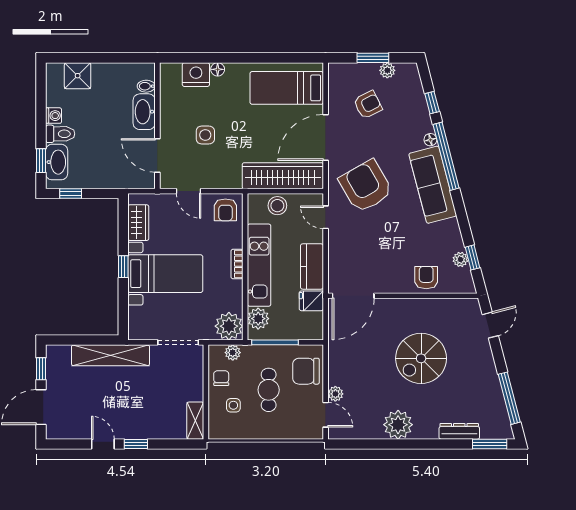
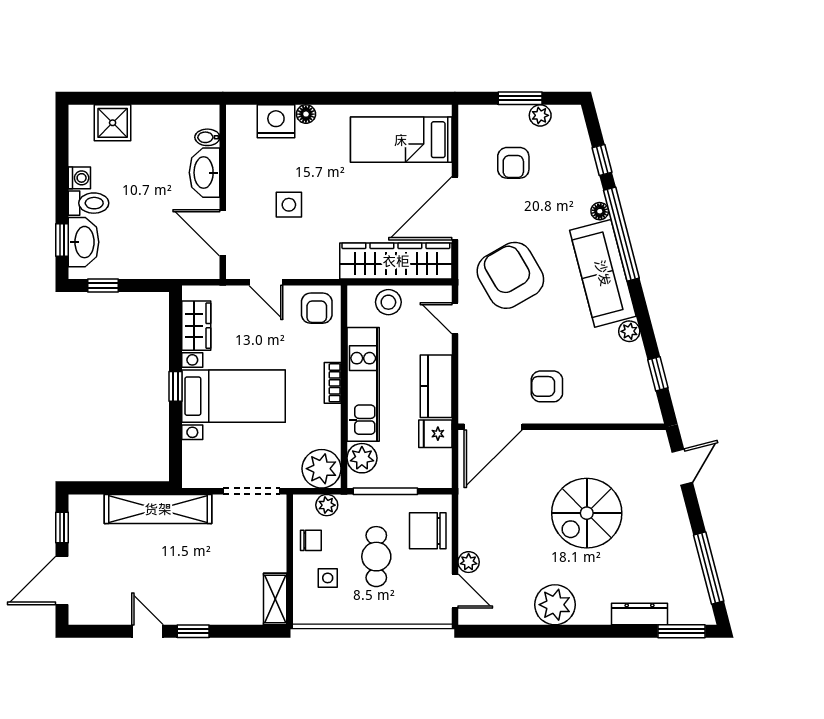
armchair: (368, 105) -> (513, 163), turned 117
plant: (460, 259) -> (629, 331), moved
armchair: (426, 278) -> (547, 386), moved, turned -90
chair: (221, 378) -> (311, 540), turned 90

